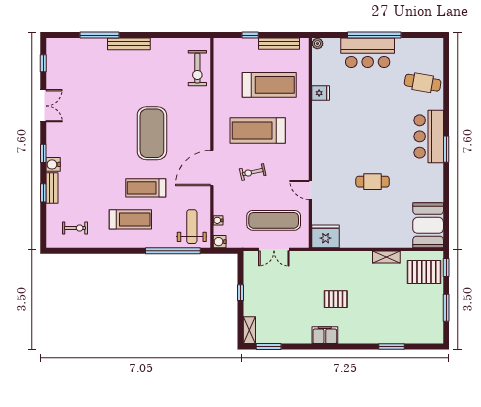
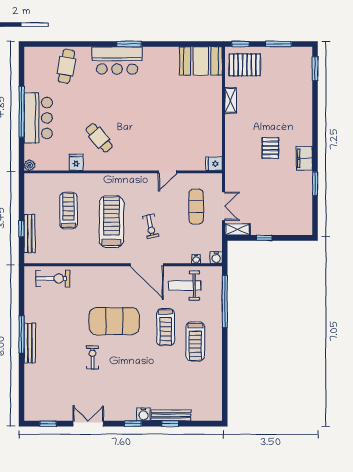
window: (99, 35) -> (22, 334), moved
bench: (279, 44) -> (30, 233), moved
treadmill: (269, 85) -> (68, 211), width x0.73, depth x0.73
treadmill: (258, 130) -> (111, 222), turned 180
cafe table: (373, 182) -> (99, 138), moved, turned -40
bench: (52, 188) -> (171, 415), width x1.36
treadmill: (130, 219) -> (195, 341), turned 180
exercise mat: (274, 220) -> (196, 207), width x0.73, depth x0.69
weight bench: (192, 227) -> (185, 286), moved
exercise bike: (75, 228) -> (92, 357), moved
fridge: (326, 236) -> (214, 164), width x0.53, depth x0.75
pallet: (424, 272) -> (245, 65), turned 90
shelving: (249, 330) -> (238, 229), moved
window: (269, 346) -> (315, 184), moved
window: (391, 346) -> (315, 68), moved

